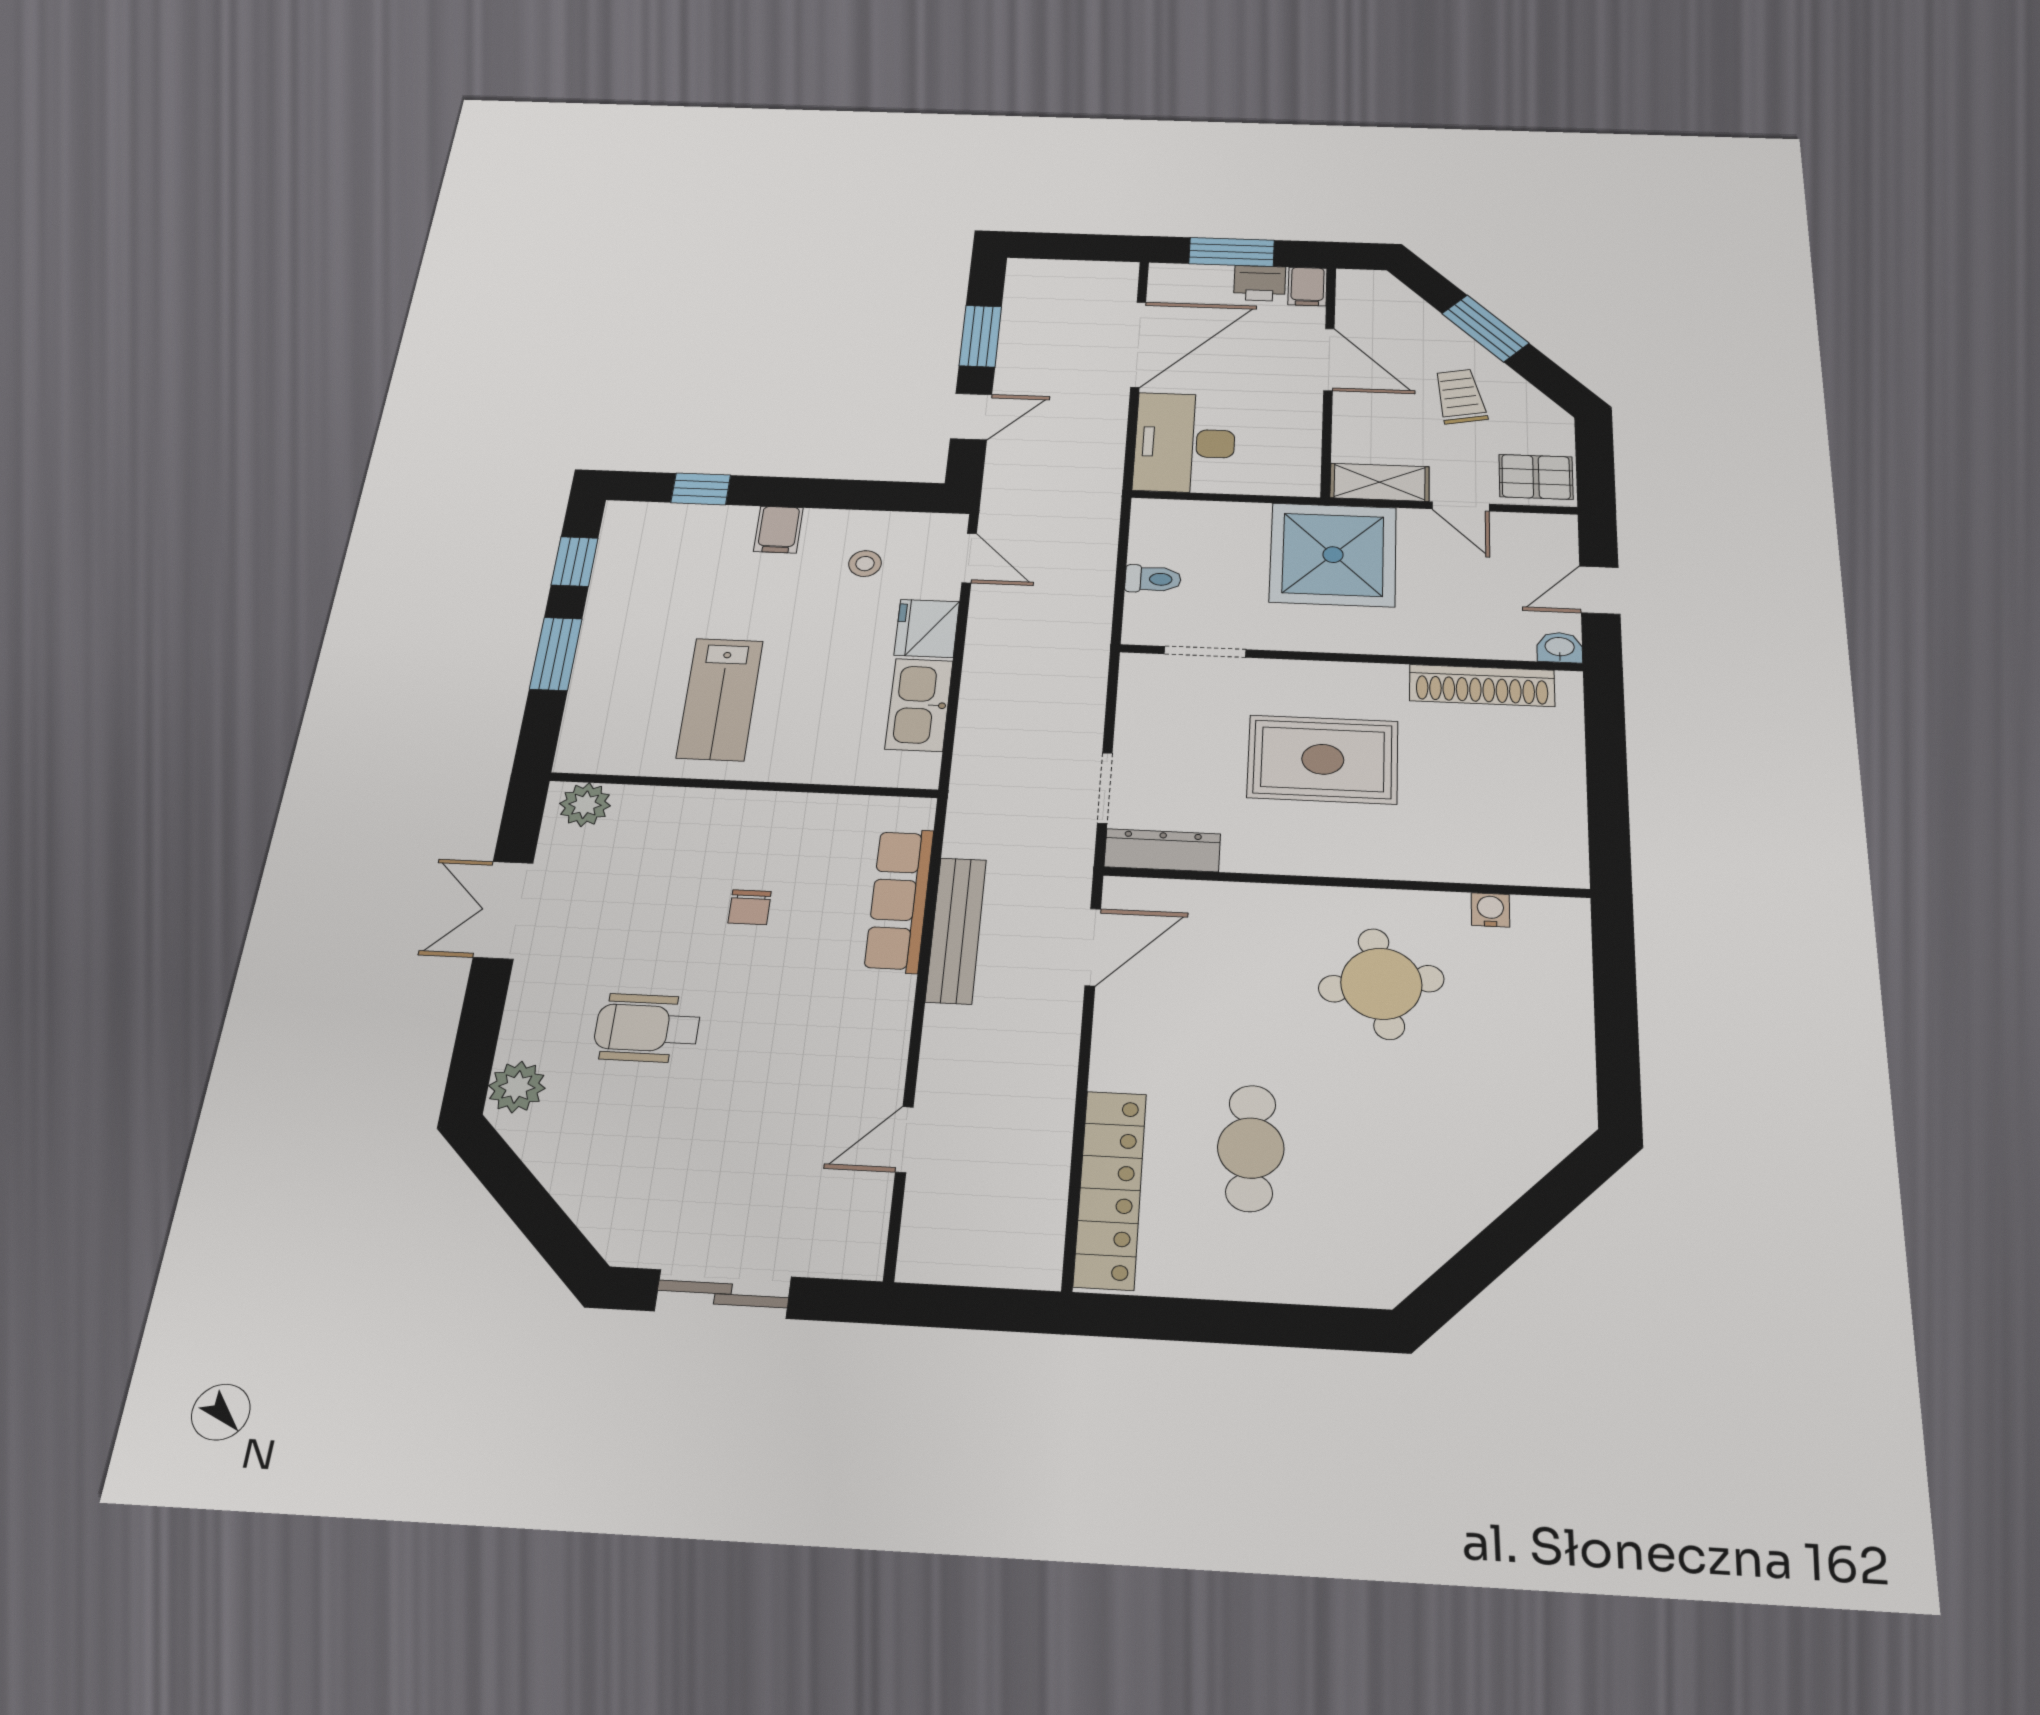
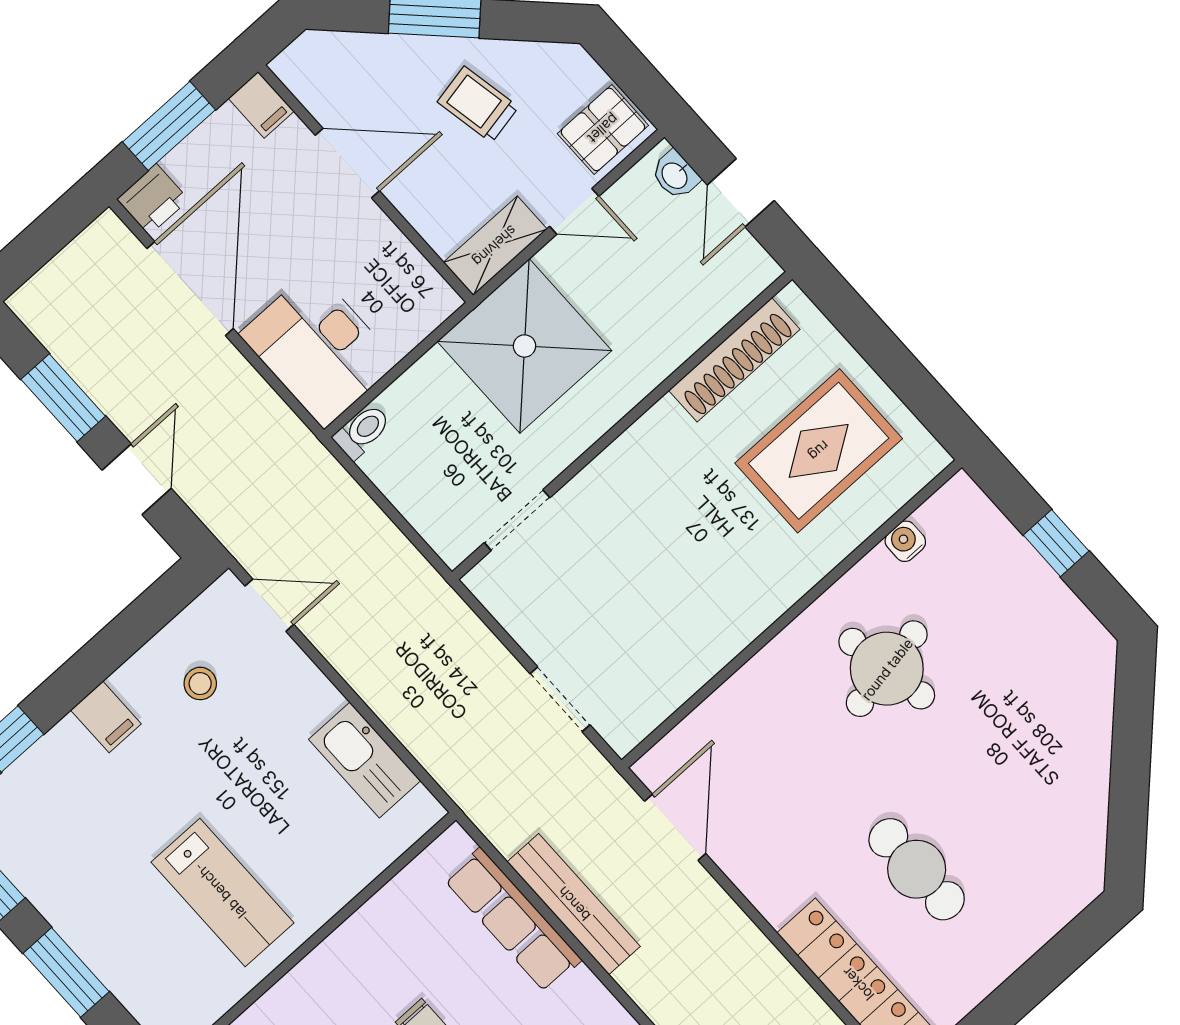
printer: (1260, 283) -> (153, 199), moved
toilet: (1153, 579) -> (362, 431), moved
fridge: (927, 628) -> (303, 693), removed
washbasin: (1560, 648) -> (675, 175), moved, turned -90
rug: (1323, 759) -> (819, 451), moved
dresser: (1162, 850) -> (647, 709), removed
window: (1616, 1015) -> (1056, 543), added

